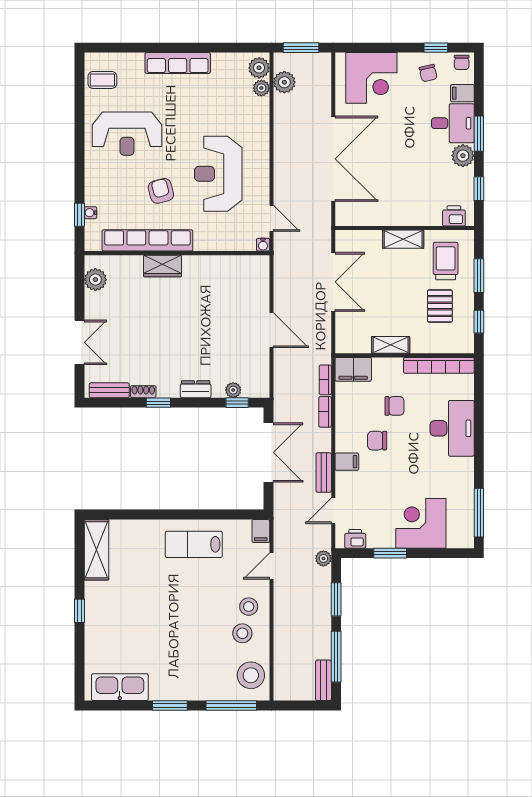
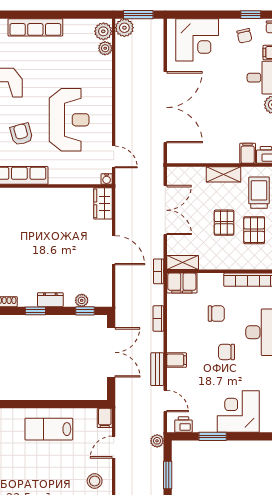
plant: (284, 82) -> (124, 28), moved
reception desk: (218, 174) -> (69, 120), turned 180
filing cabinet: (432, 214) -> (248, 153), added
wardrobe: (163, 266) -> (103, 203), moved, turned 90
pallet: (404, 297) -> (224, 223), added
shelving: (391, 345) -> (183, 263), moved
bookcase: (325, 380) -> (159, 271), moved
window: (158, 403) -> (35, 311), moved
chair: (377, 441) -> (226, 352), moved
door: (333, 511) -> (165, 401), swing flipped

